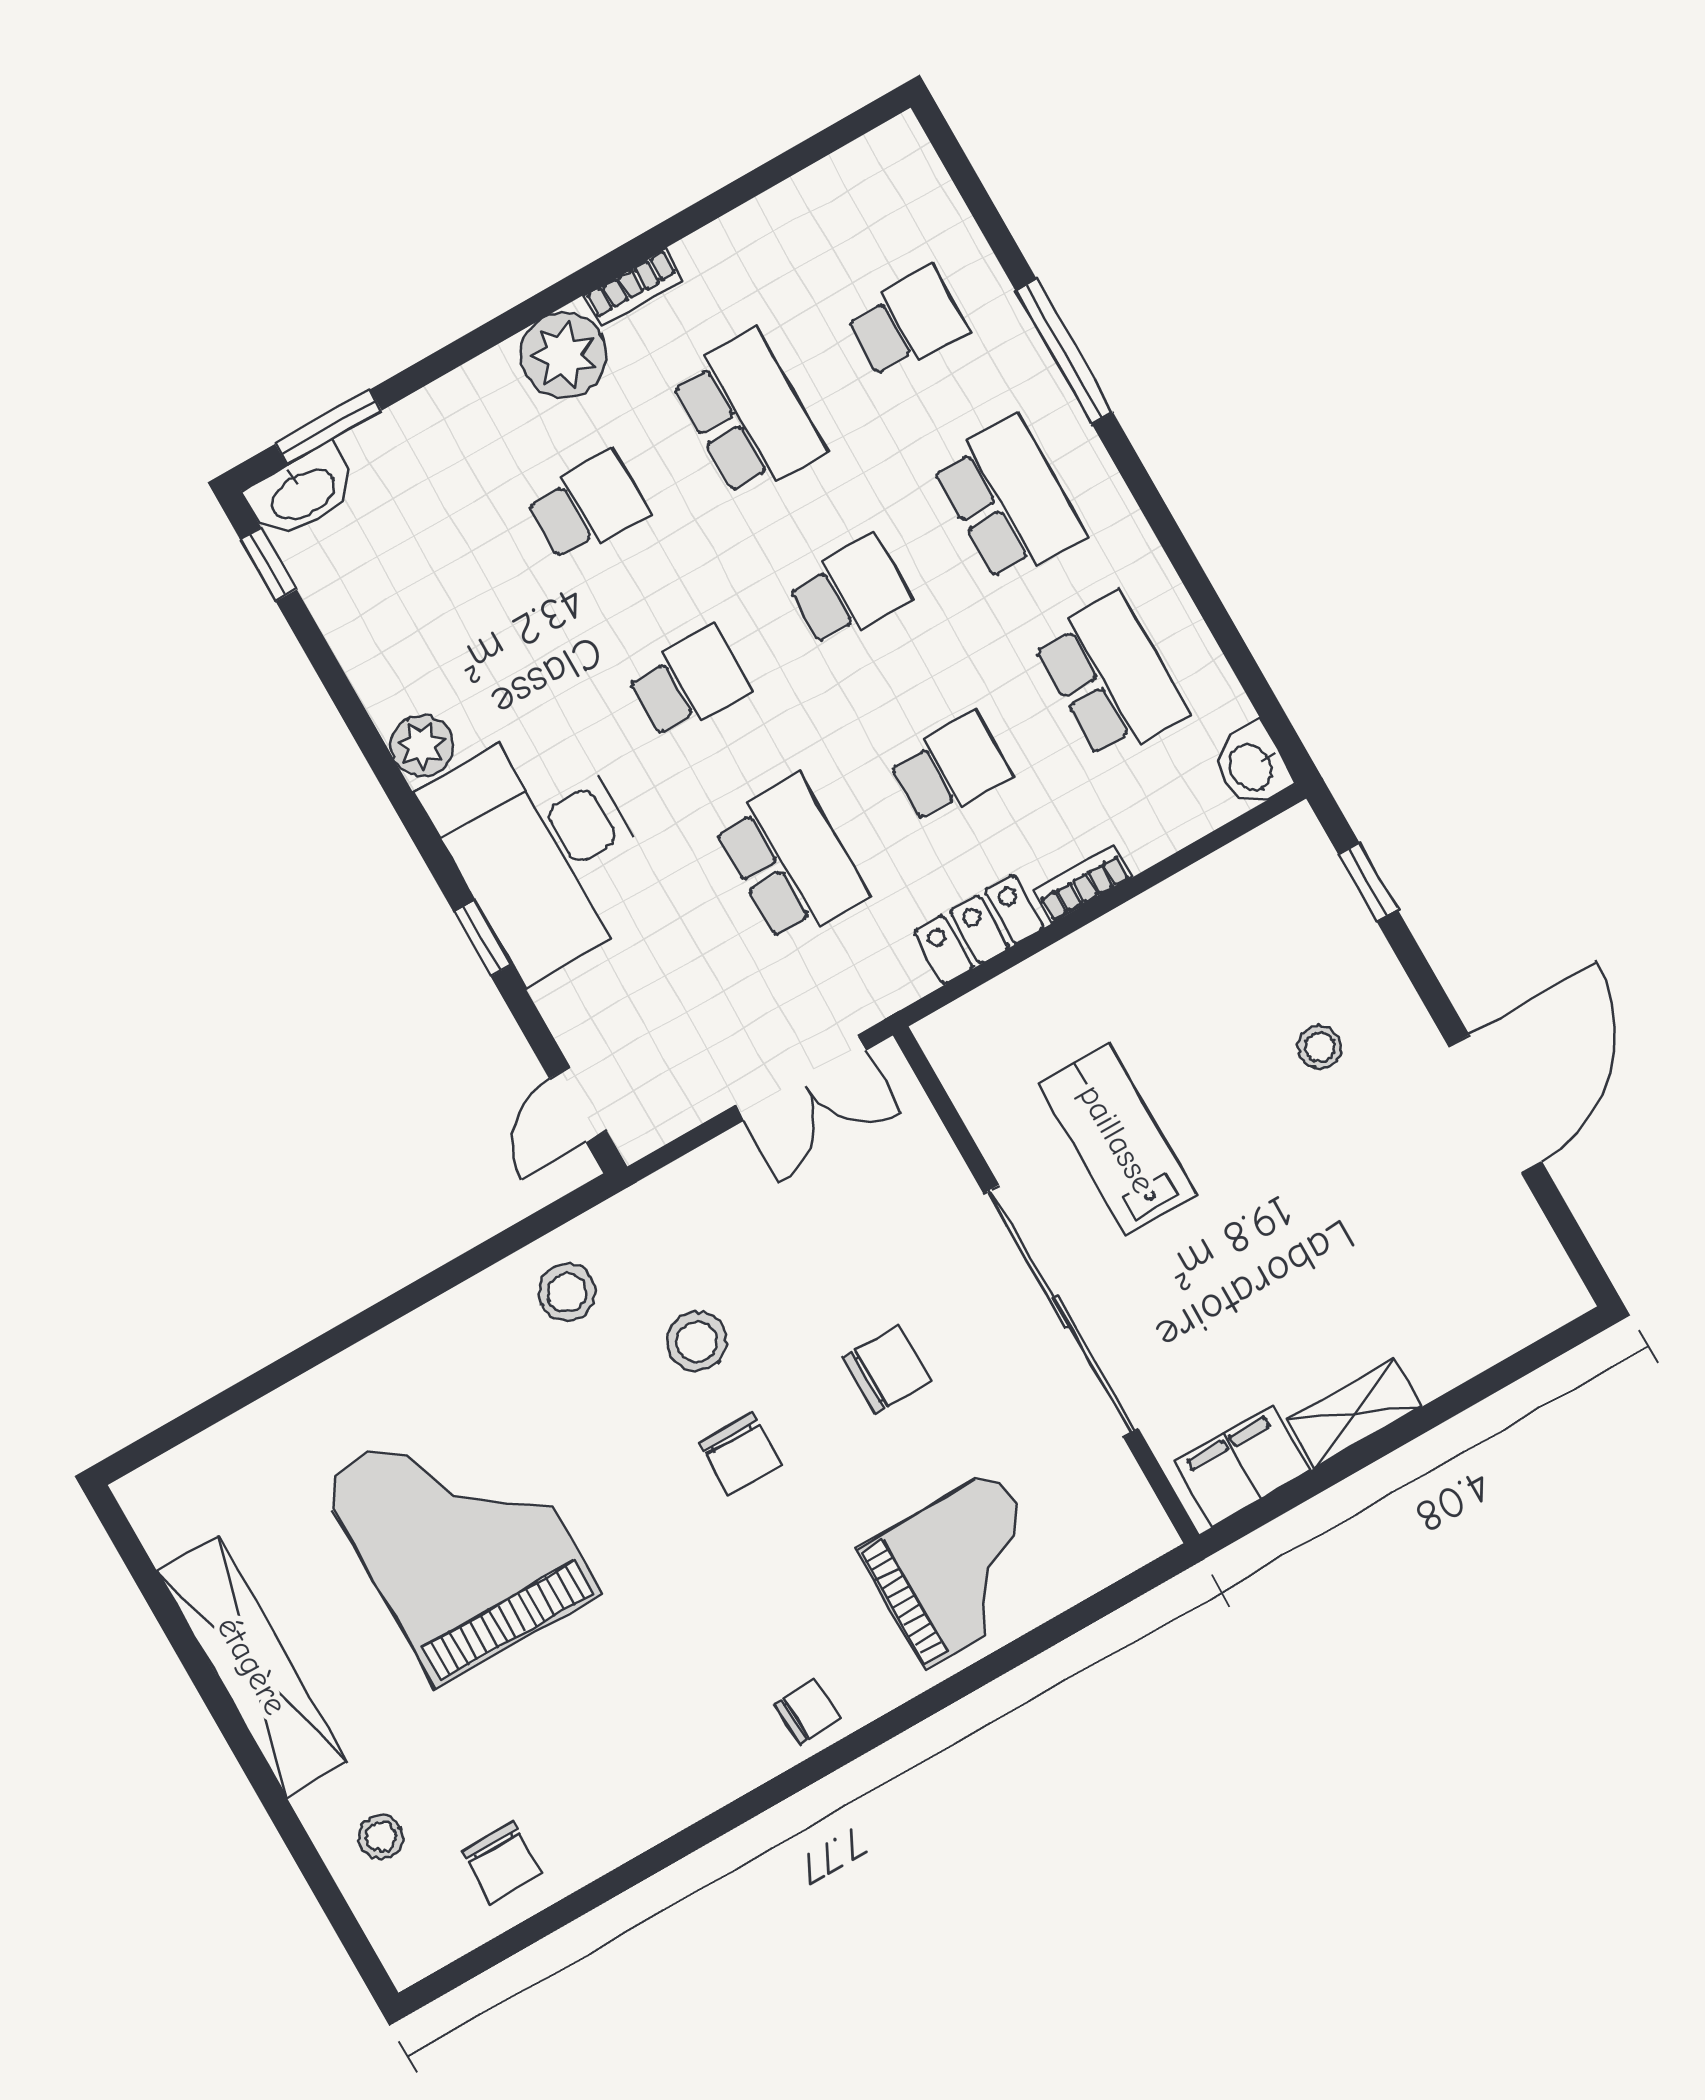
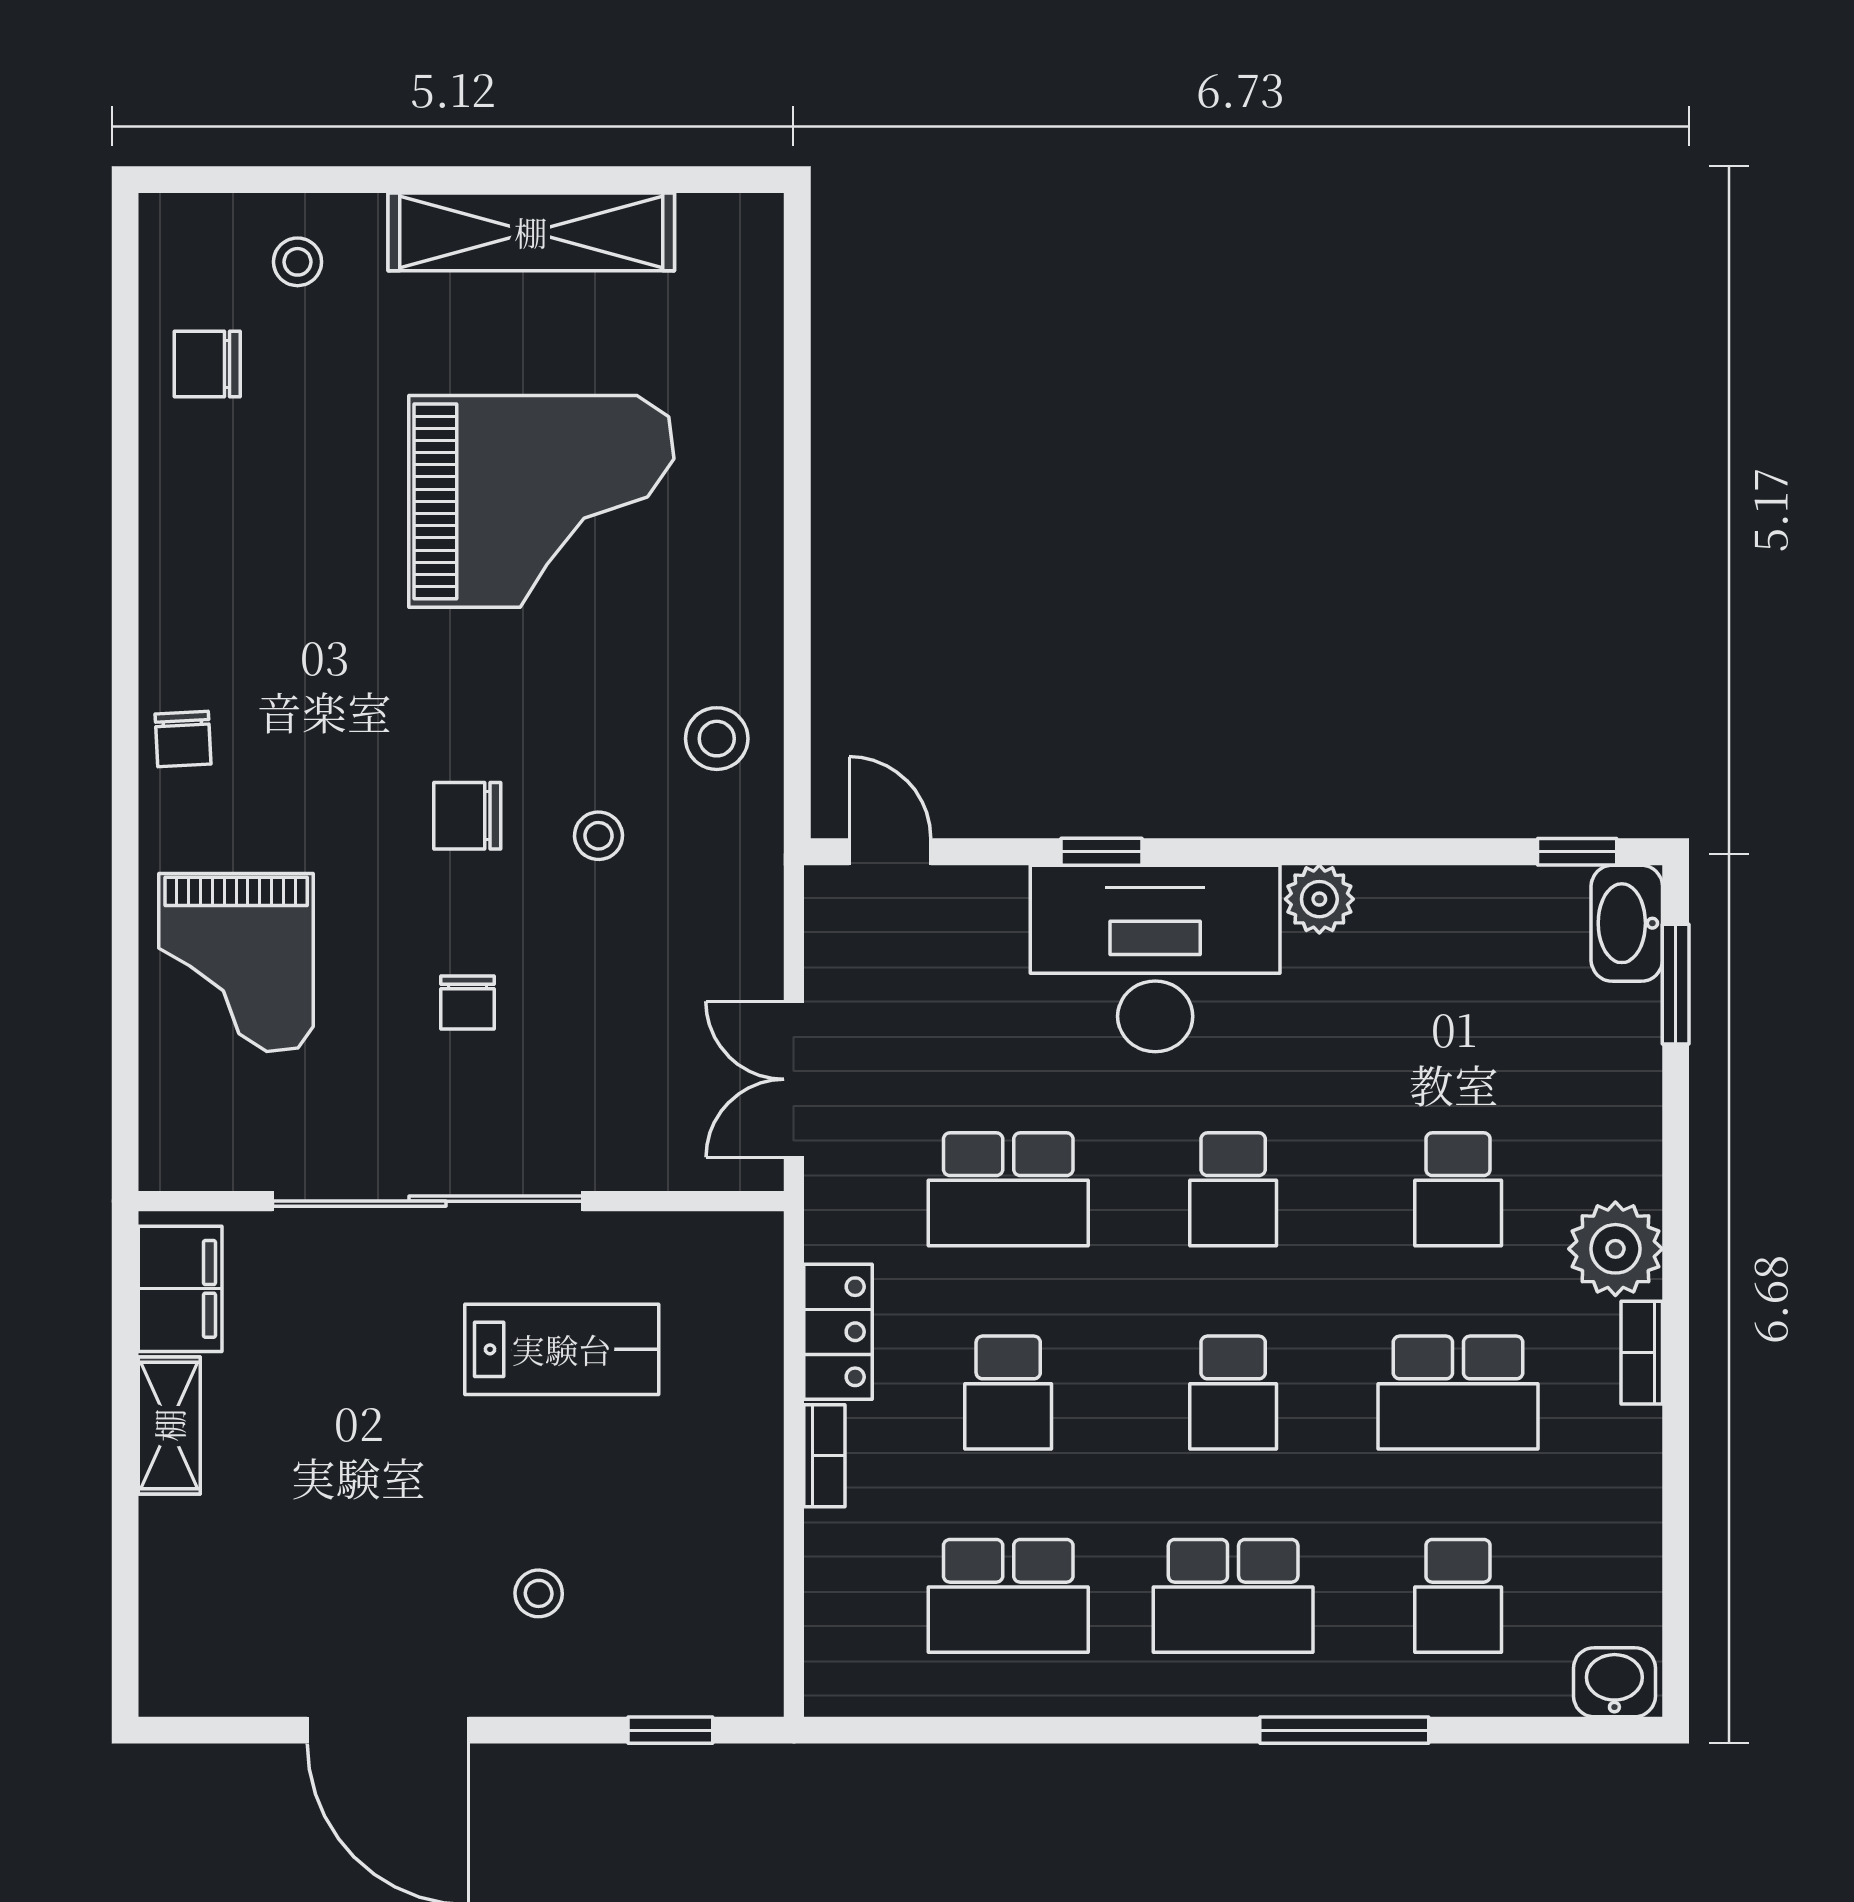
washbasin: (1252, 766) -> (1614, 1682), moved
stool: (697, 1341) -> (599, 836), width x0.73, depth x0.73
chair: (887, 1369) -> (467, 1003), width x0.73, depth x0.73

